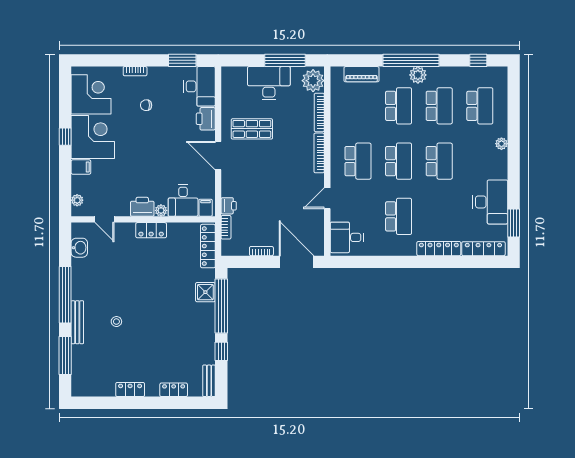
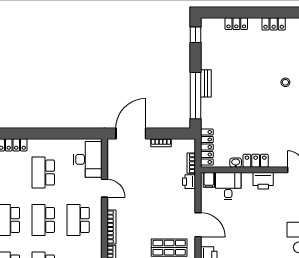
door: (327, 198) -> (104, 188), hinge flipped
plant: (161, 210) -> (247, 178), removed
washbasin: (174, 228) -> (236, 163), added
desk: (347, 237) -> (88, 159), width x1.37
door: (296, 262) -> (131, 133), swing flipped
shower: (205, 292) -> (209, 107), removed
window: (221, 351) -> (195, 35), moved
bench: (209, 381) -> (206, 83), moved

